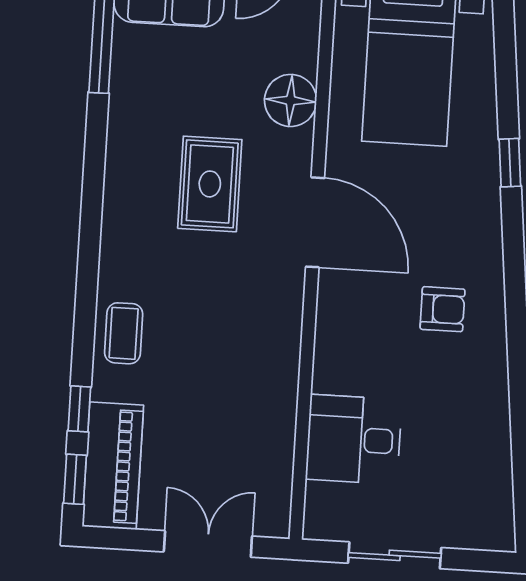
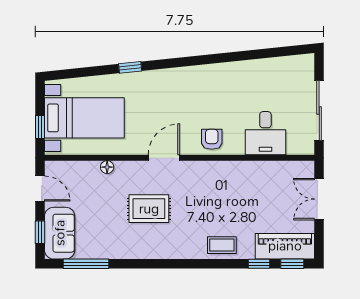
floor lamp: (291, 100) -> (107, 167), width x0.53, depth x0.53
door: (315, 222) -> (164, 158), width x0.73
armchair: (443, 309) -> (212, 139), moved
sliding door: (395, 555) -> (319, 111), width x1.37

